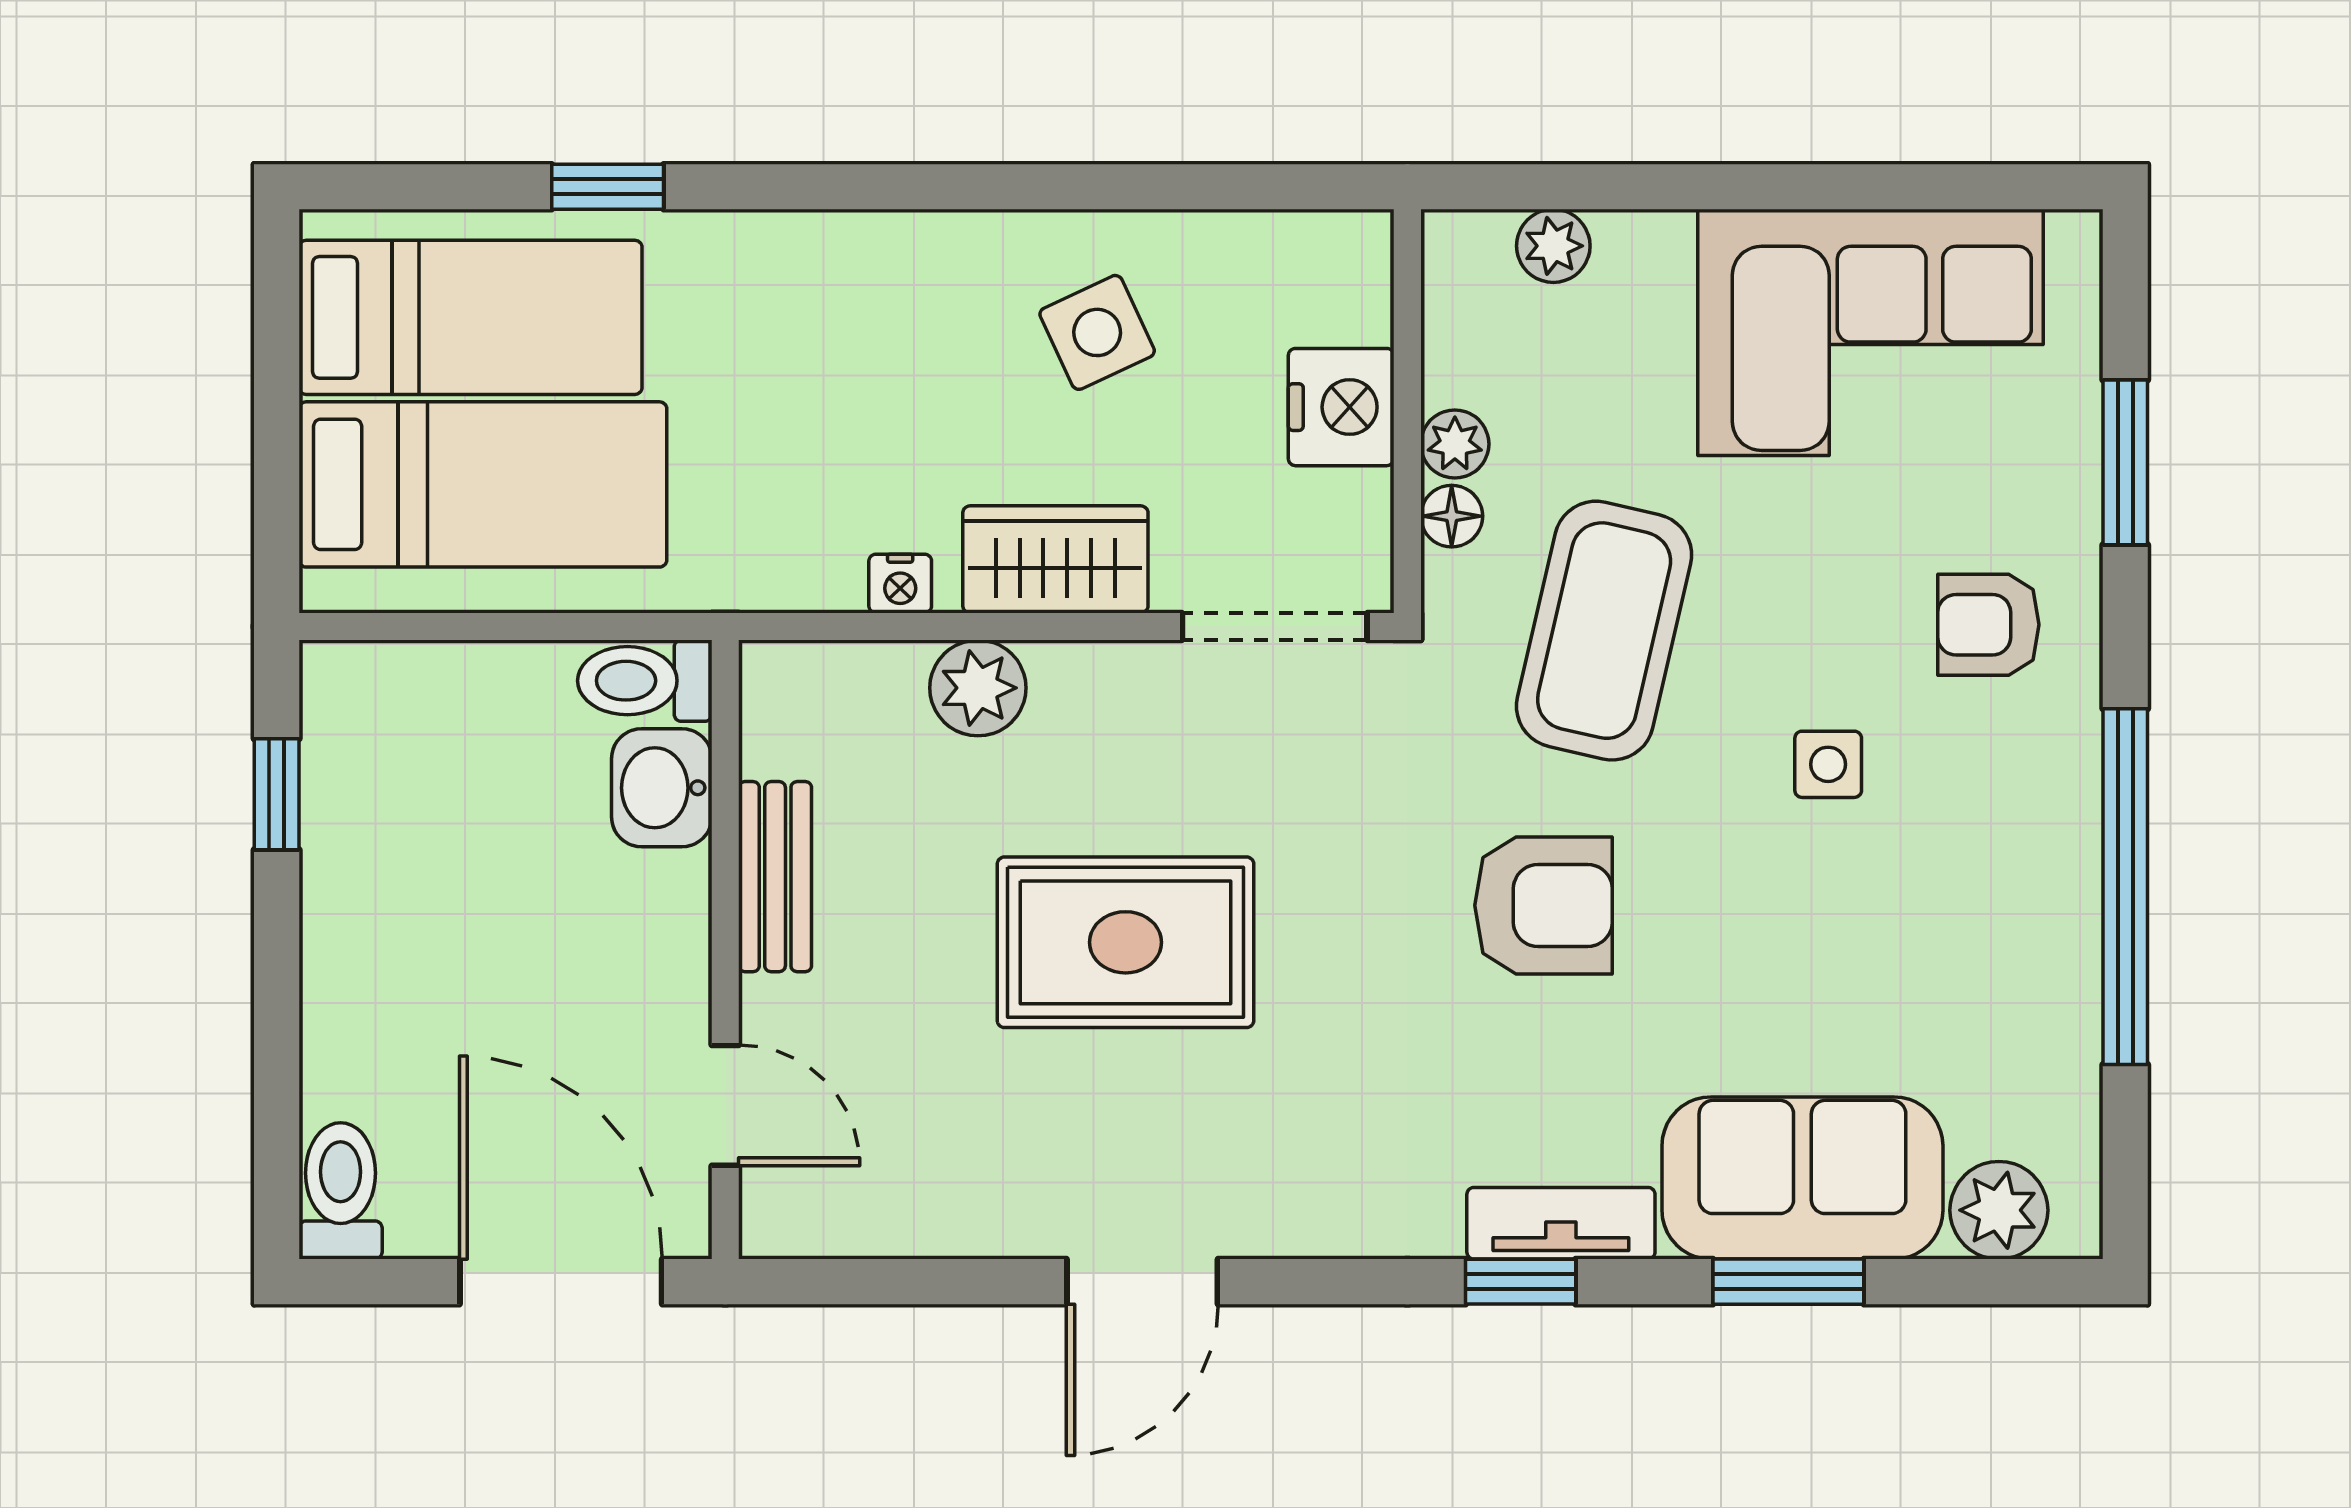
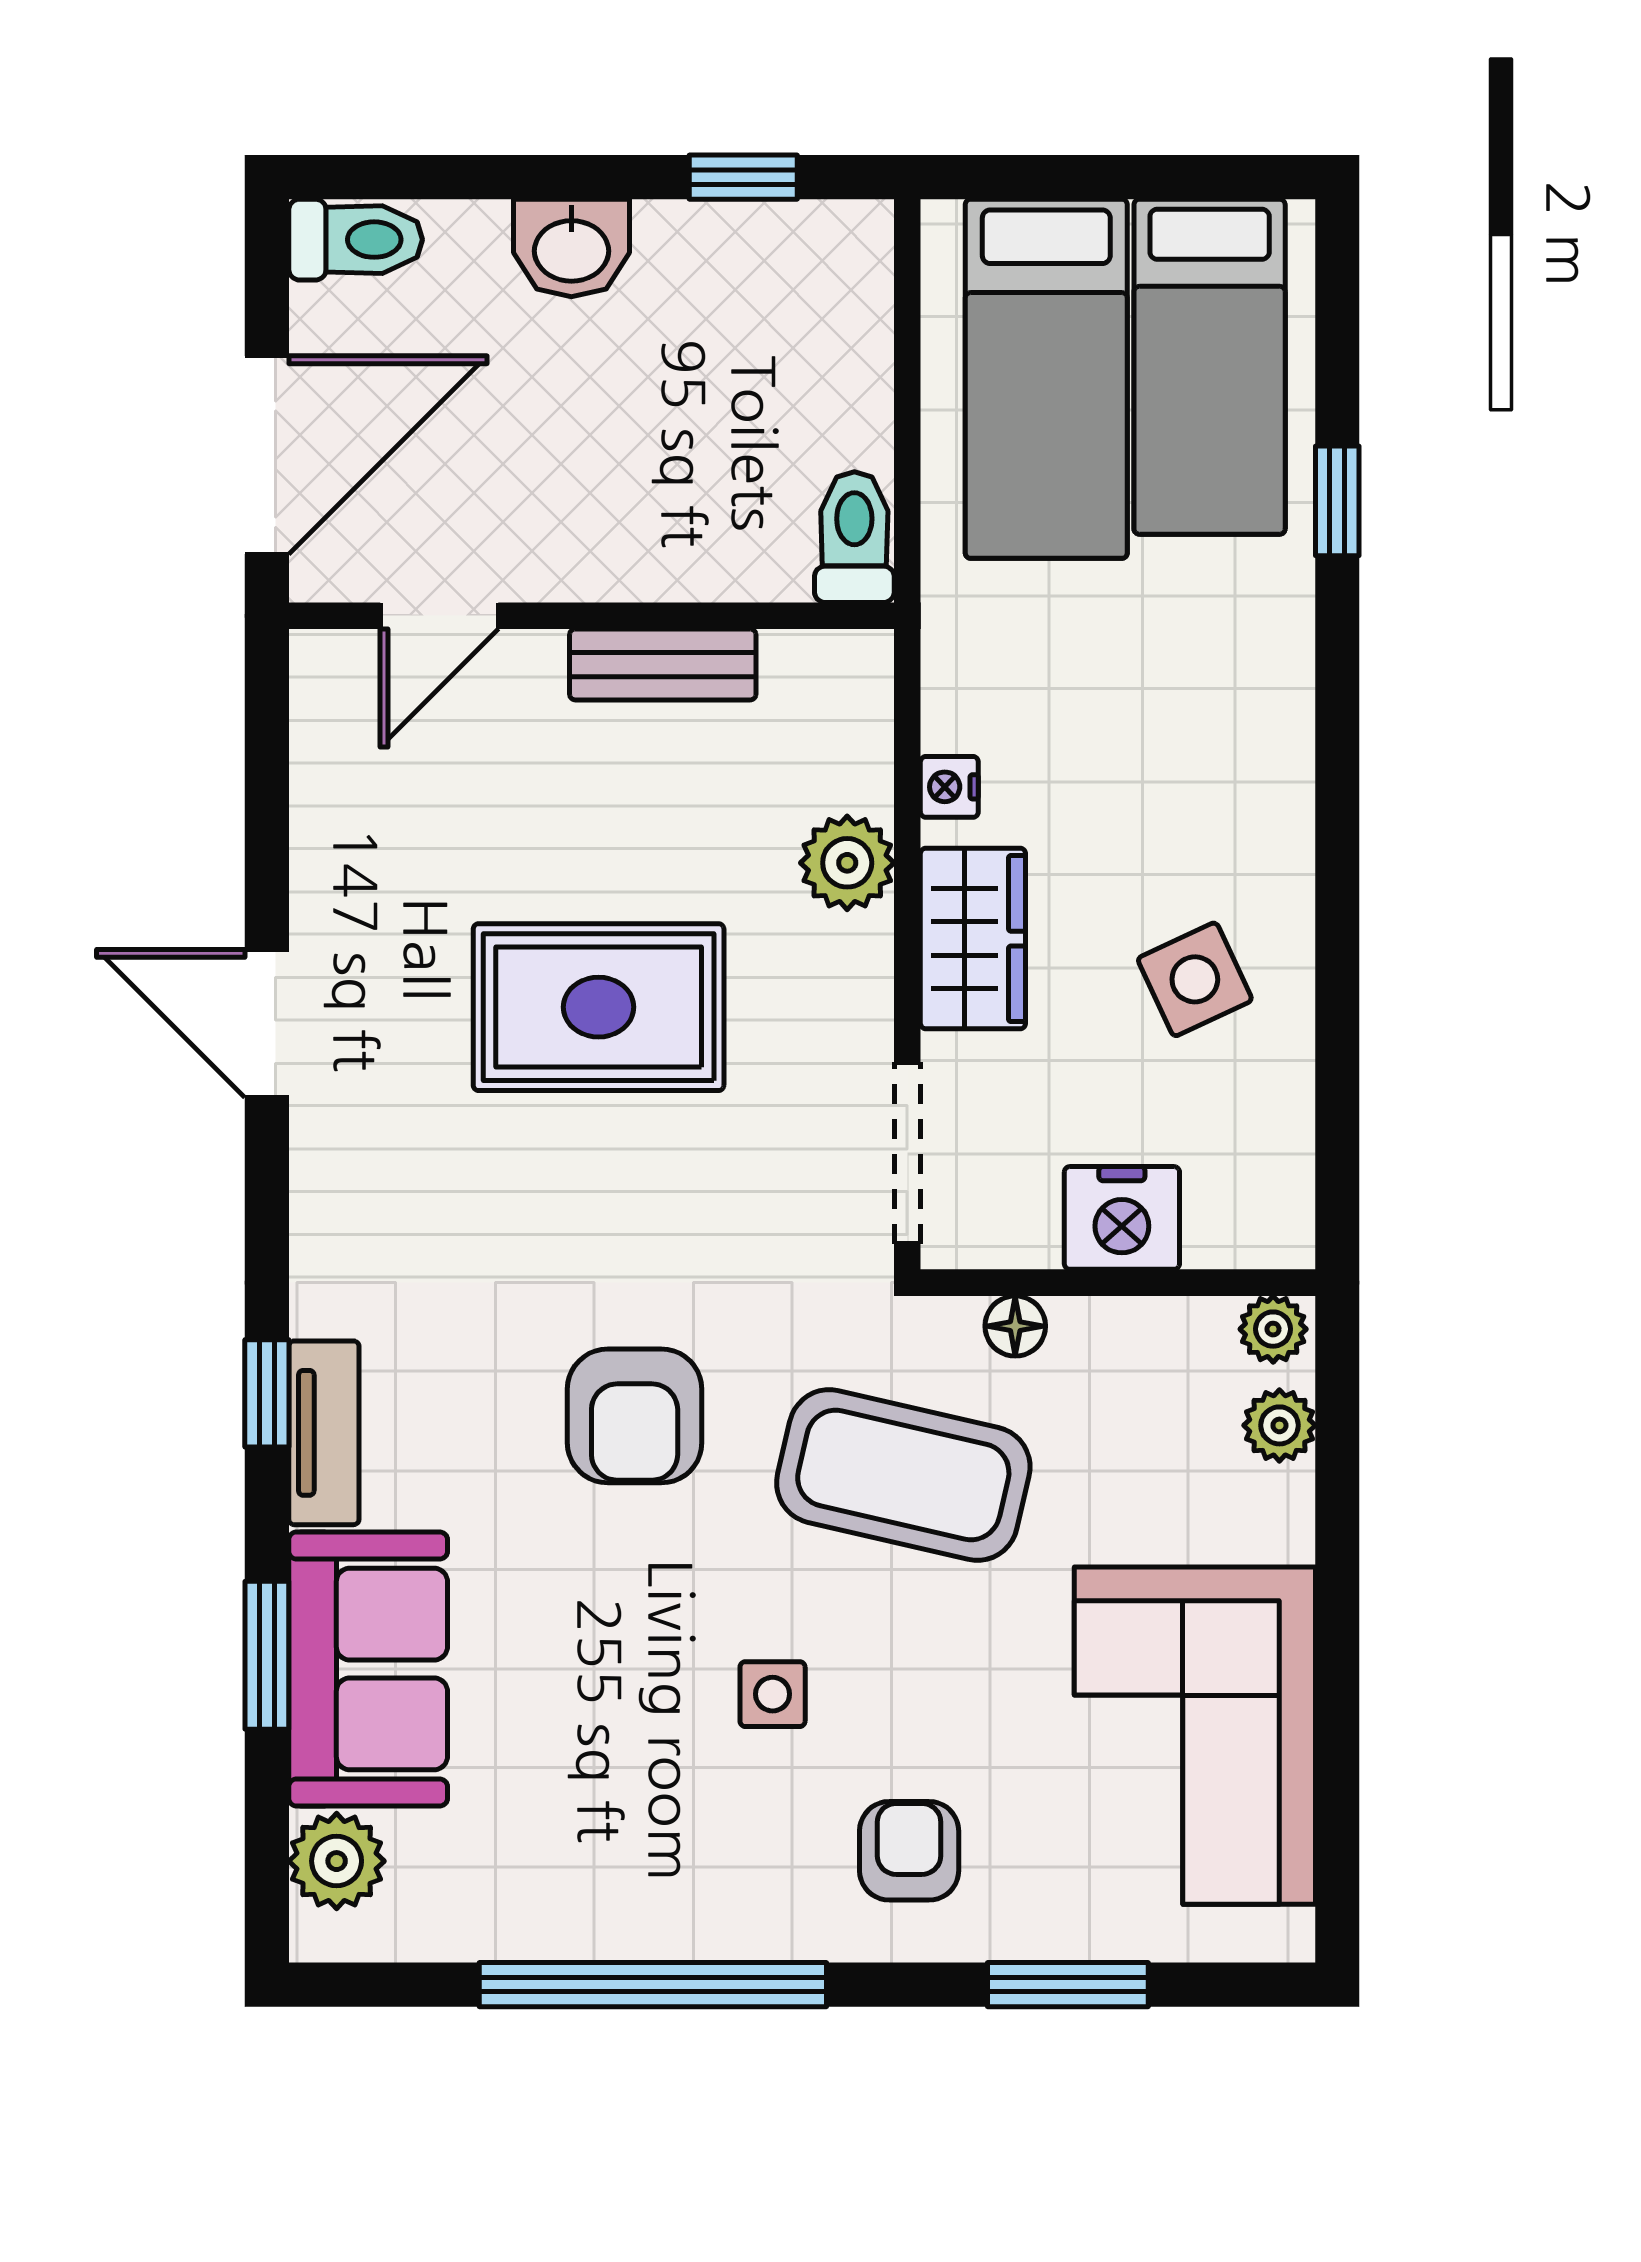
plant: (1455, 444) -> (1273, 1329), moved
washbasin: (662, 788) -> (571, 248), moved, turned 180
rug: (1126, 942) -> (599, 1007), turned 90

